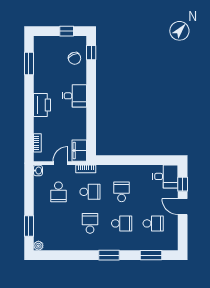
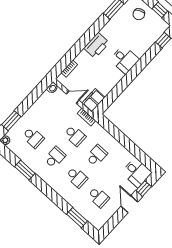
chair: (75, 58) -> (139, 14), moved
school desk: (58, 192) -> (33, 137), moved, turned -90
window: (109, 255) -> (25, 170), moved

